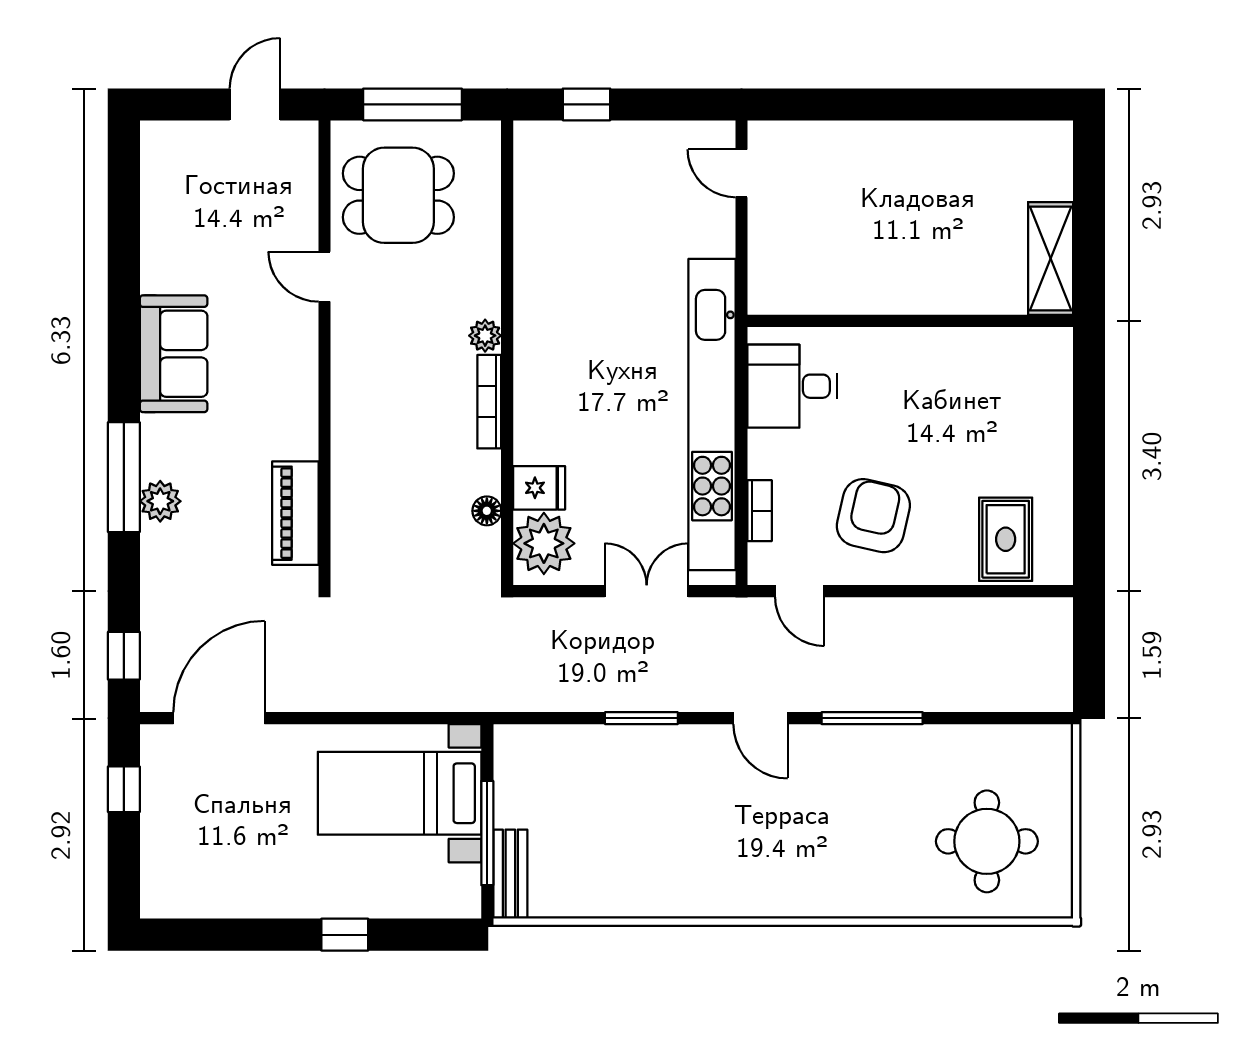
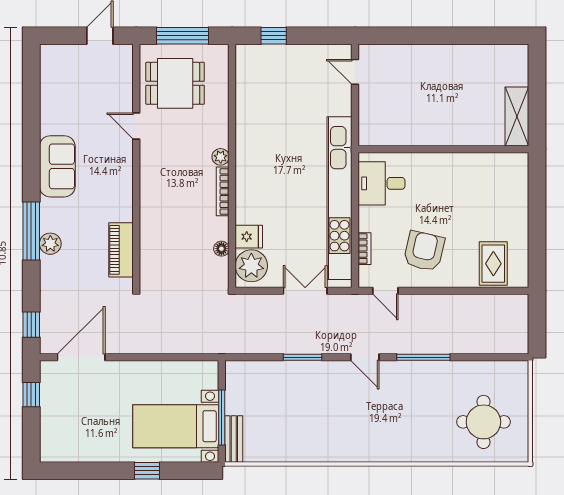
bed with nightstands: (400, 793) -> (176, 426), moved

